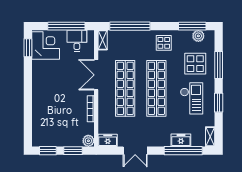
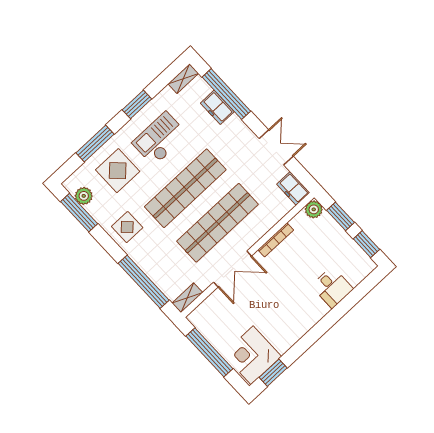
desk: (77, 41) -> (332, 287), moved, turned -90

